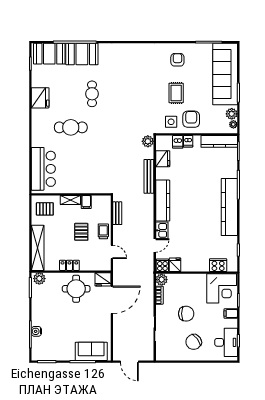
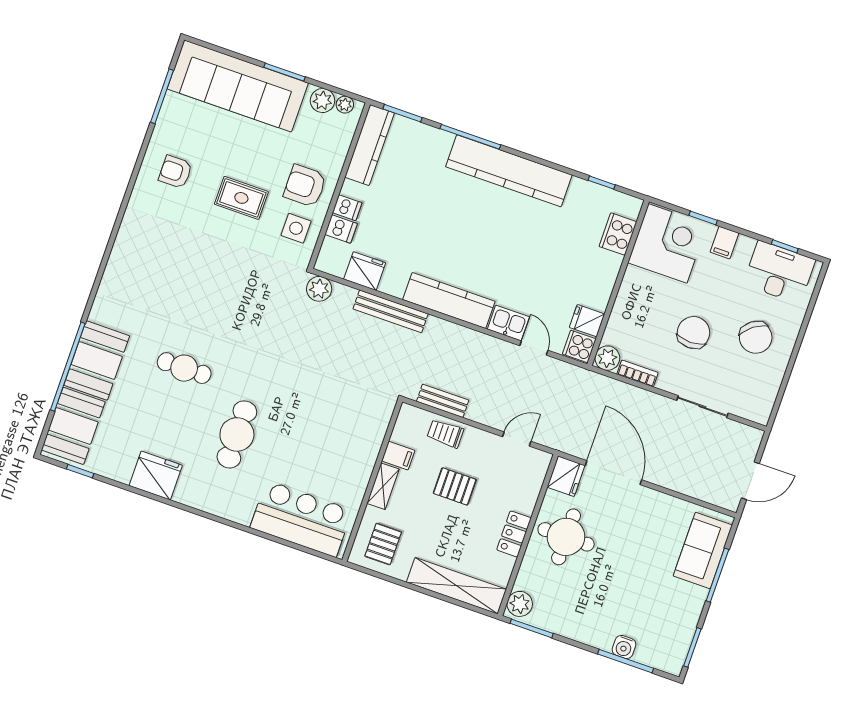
trolley: (103, 231) -> (445, 433), moved

